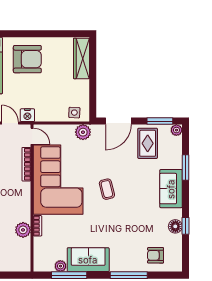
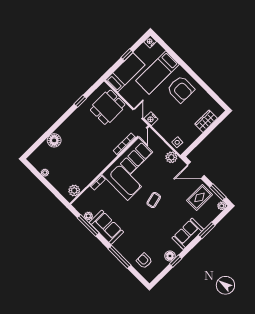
wardrobe: (81, 58) -> (206, 121), width x0.67
plant: (23, 230) -> (74, 191), moved

